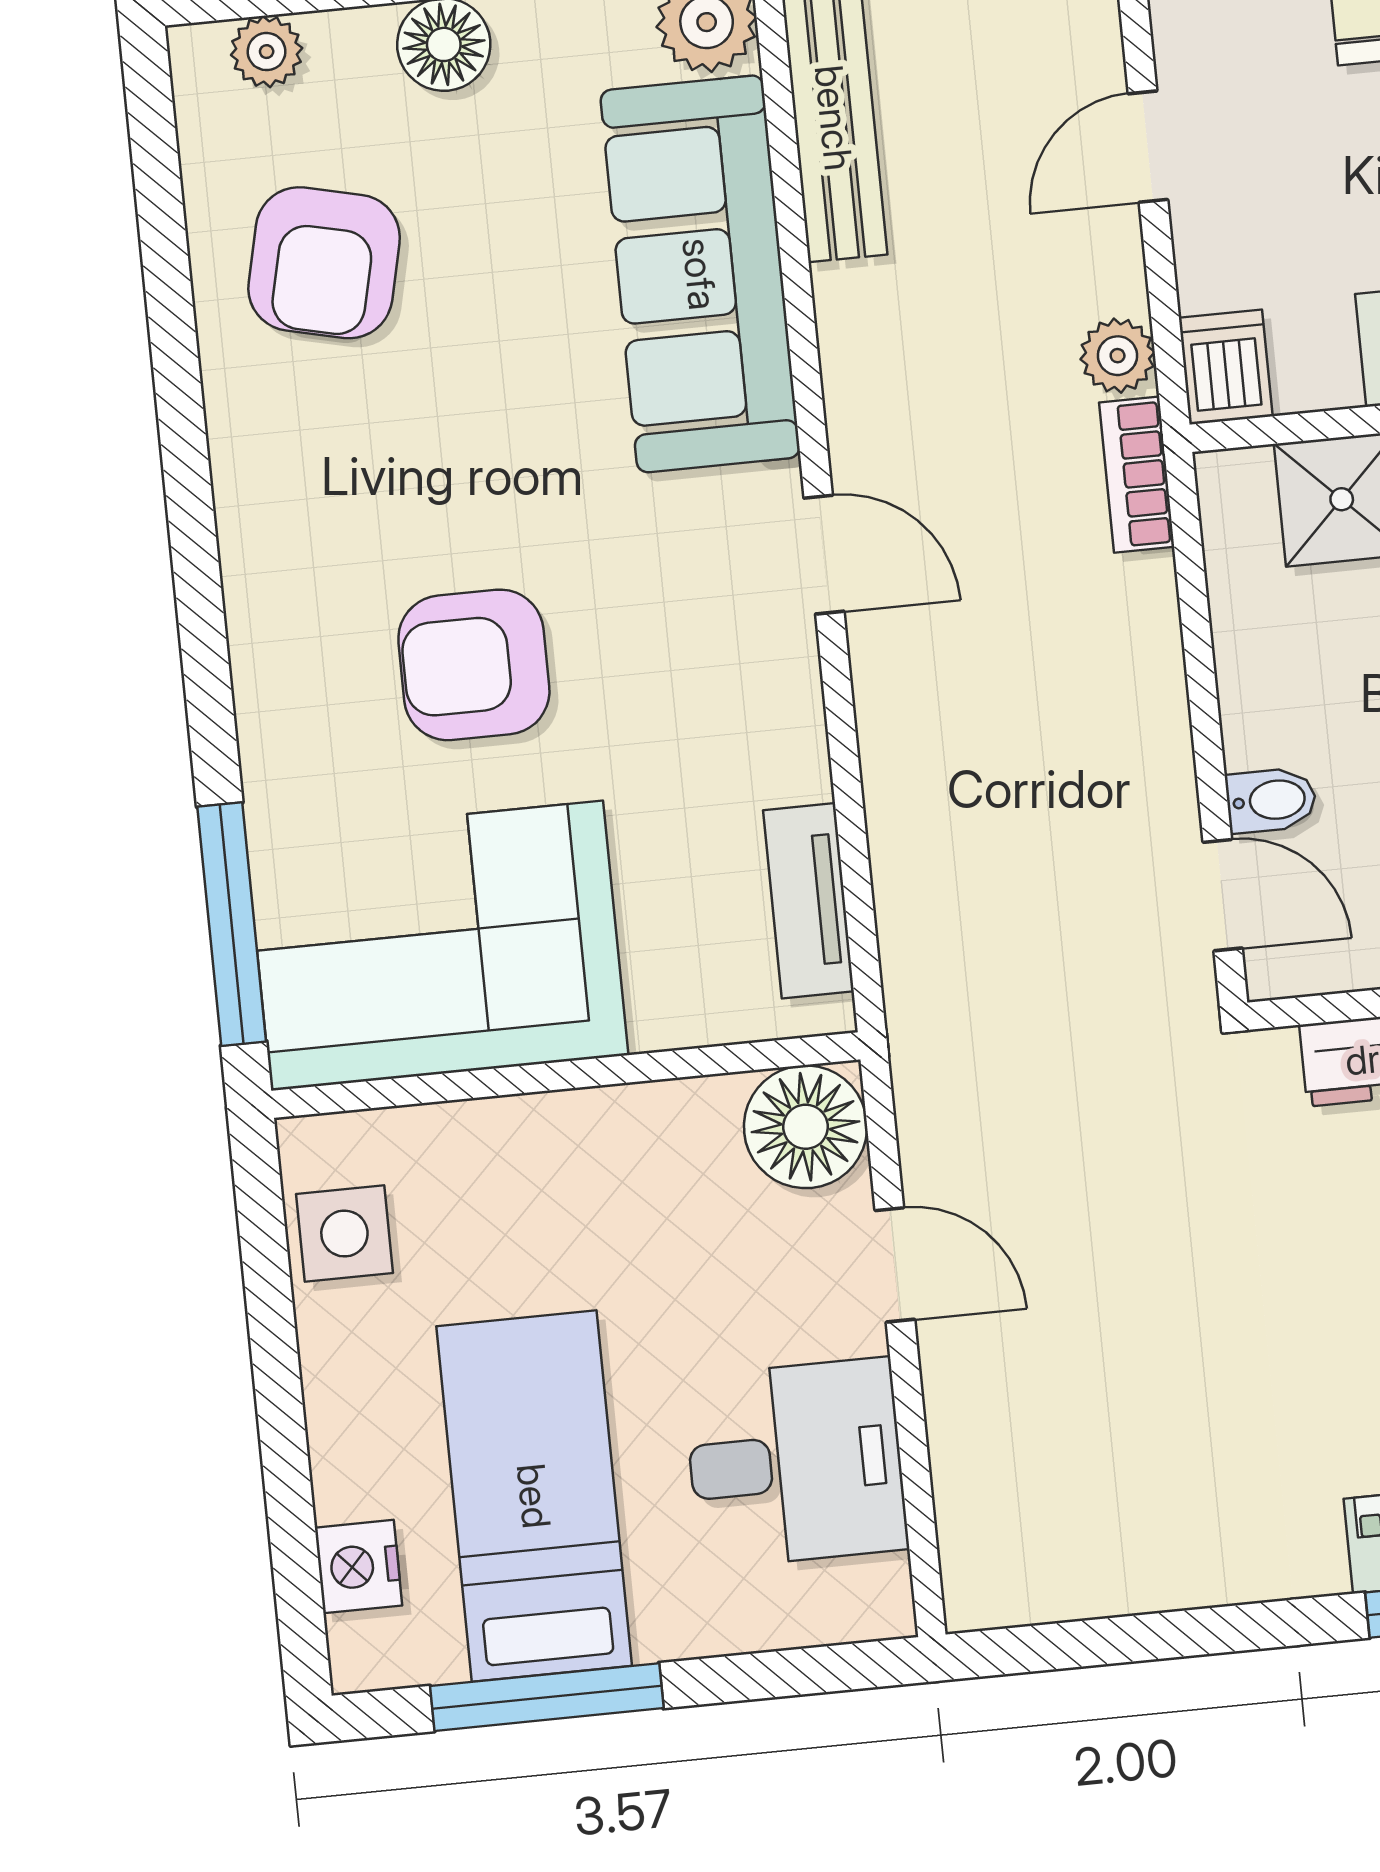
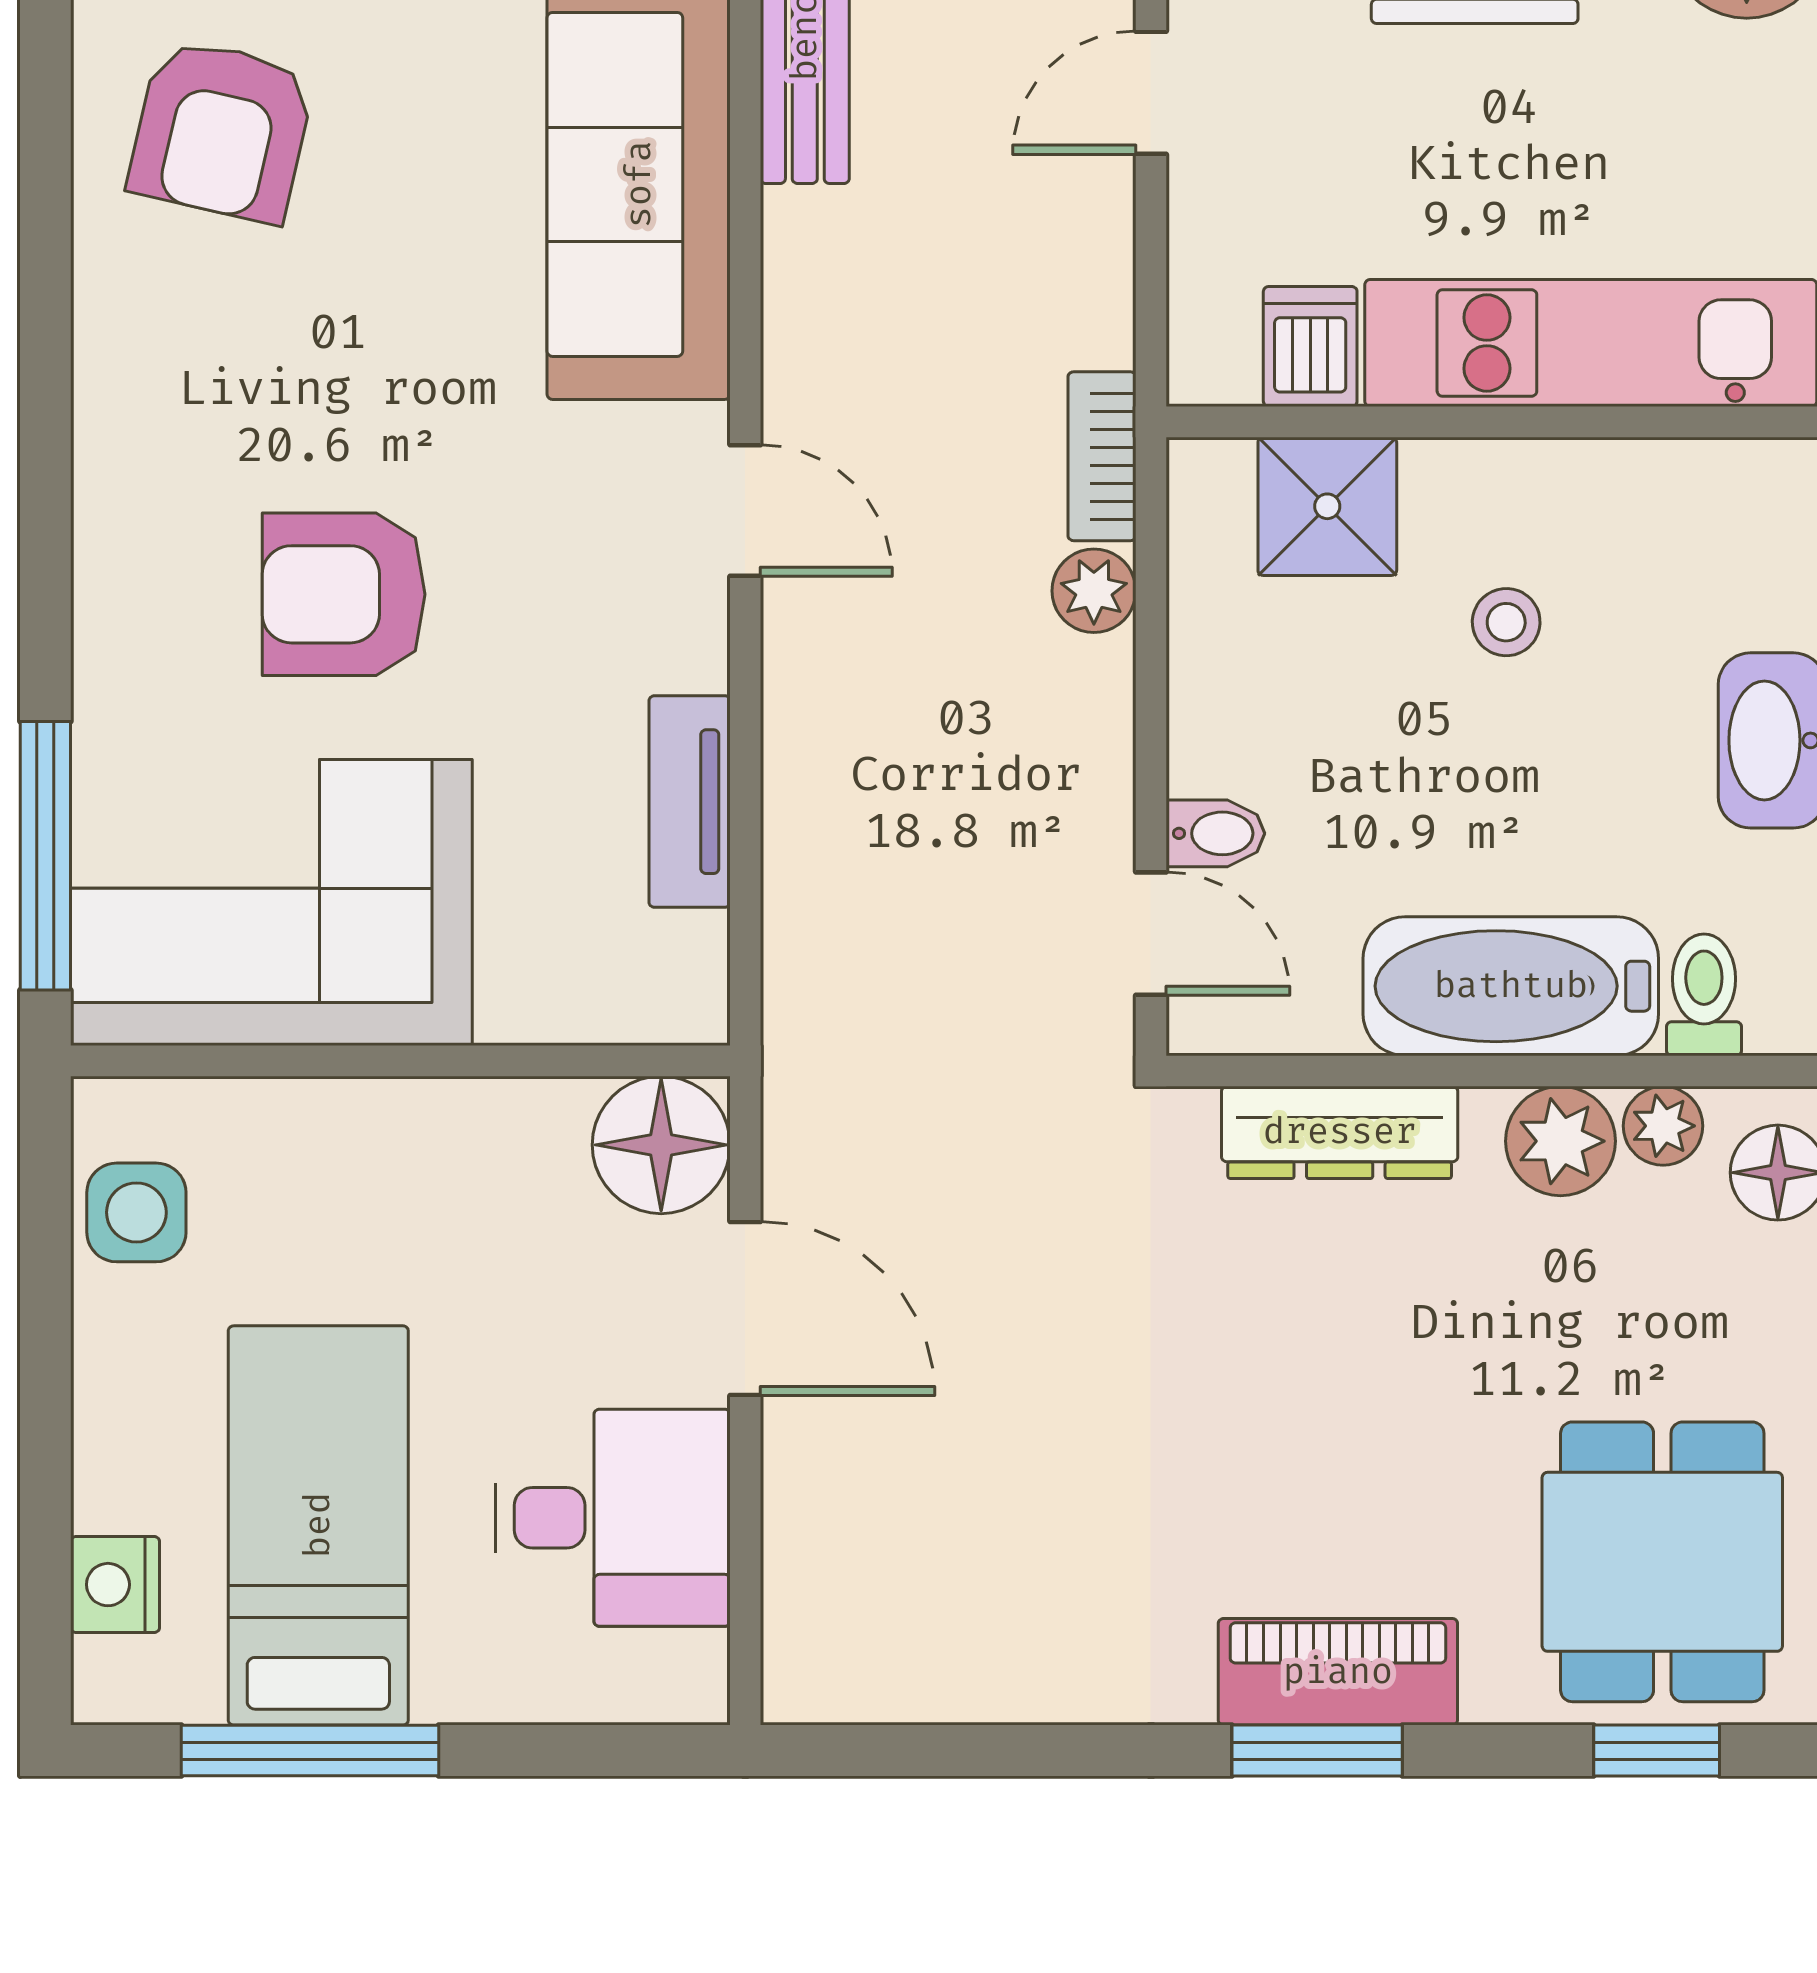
plant: (1118, 356) -> (1094, 591), moved
dishwasher: (1226, 367) -> (1310, 346), moved
tv unit: (809, 901) -> (690, 802), moved
door: (895, 1265) -> (745, 1308), width x1.38

